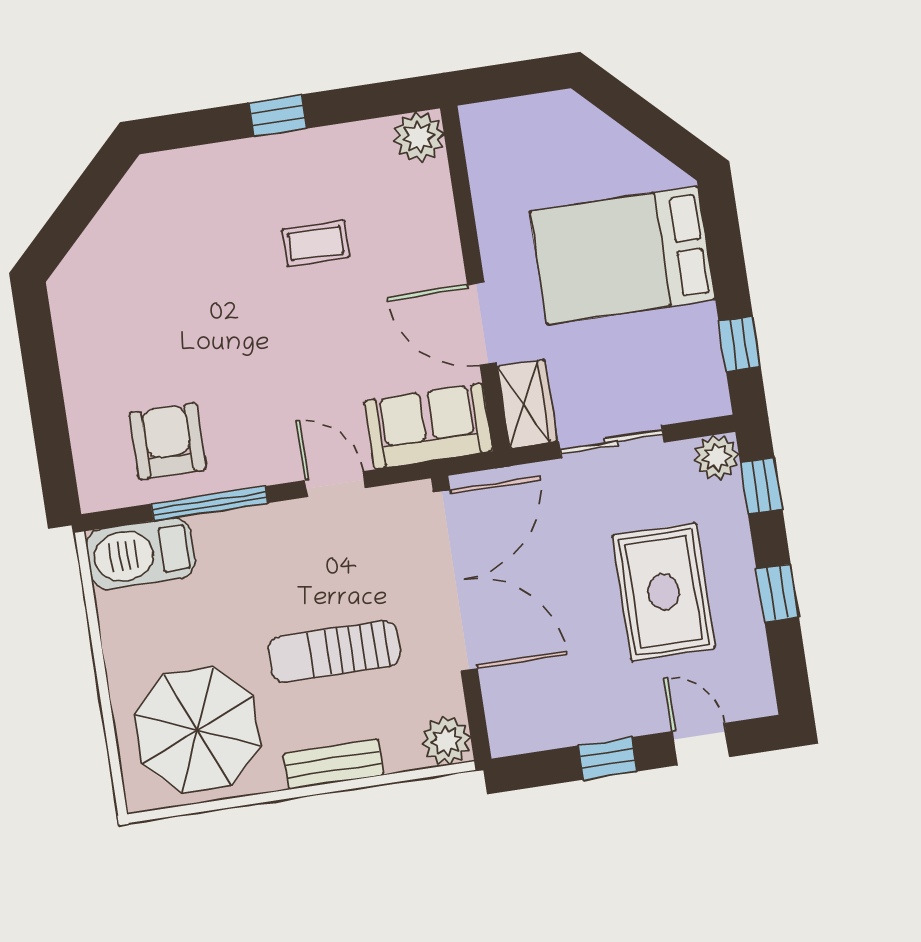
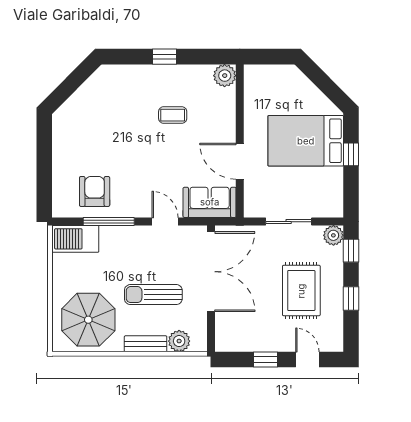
window: (740, 344) -> (351, 154), moved
wardrobe: (527, 404) -> (254, 199), removed
plant: (446, 741) -> (179, 341), moved

